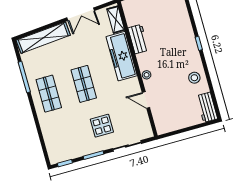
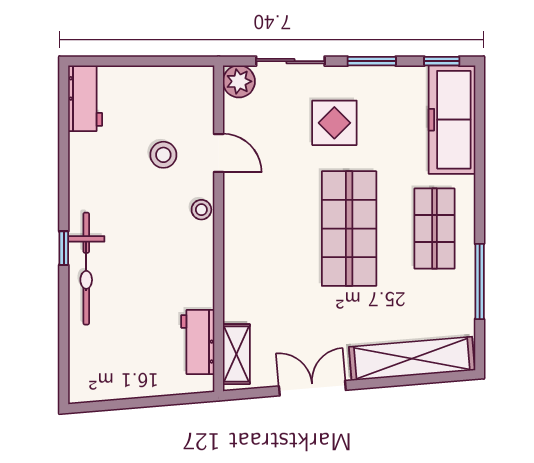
bicycle: (187, 38) -> (86, 269), added
workbench: (138, 39) -> (198, 342), moved
freezer: (122, 56) -> (452, 120), moved, turned 180
stool: (194, 78) -> (163, 155), moved
shop shelf: (84, 84) -> (349, 229), width x1.43, depth x1.36
plant: (146, 132) -> (239, 81), added

